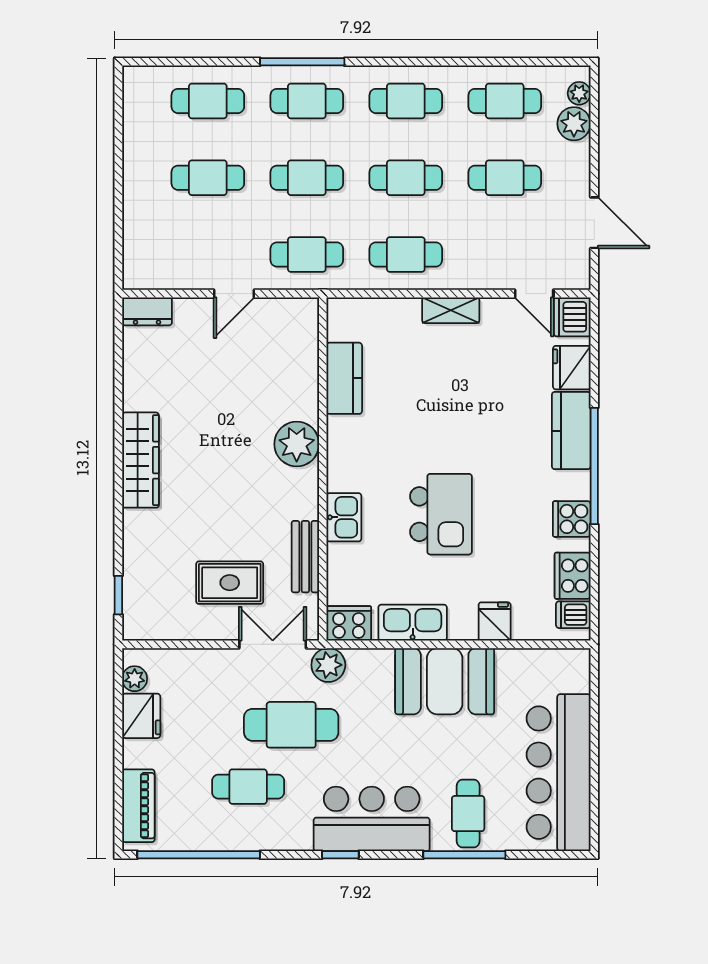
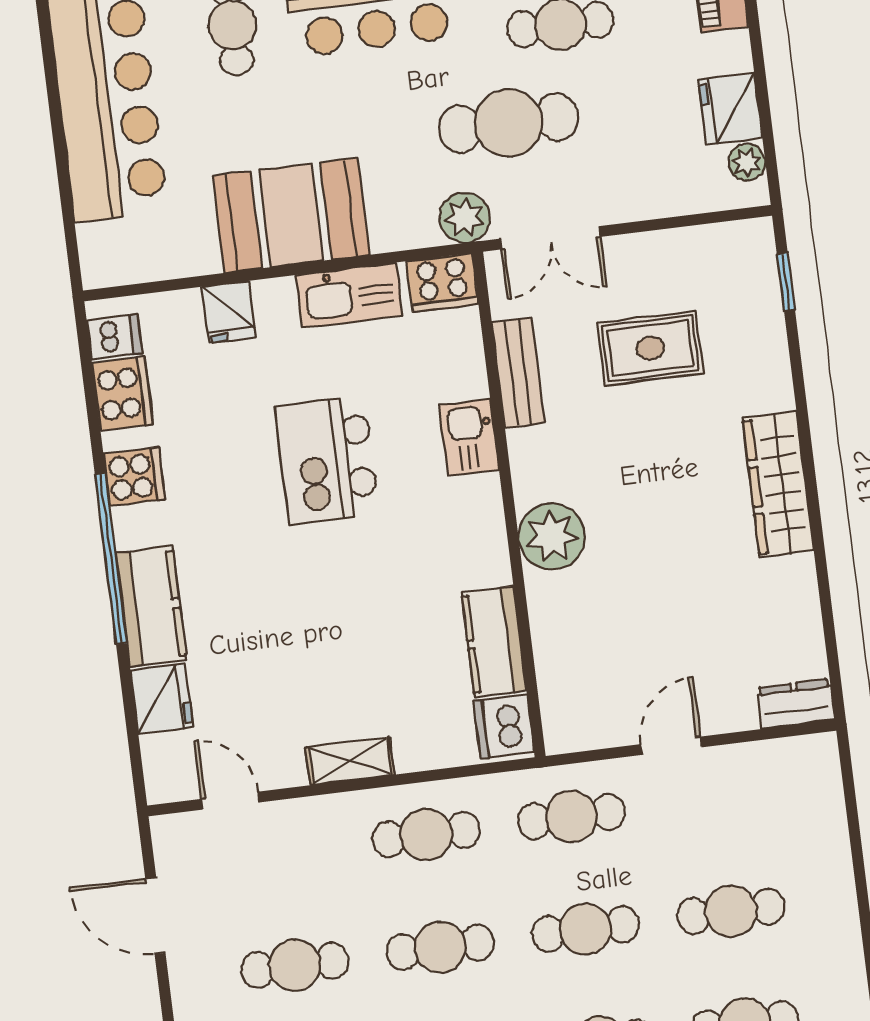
dishwasher: (572, 317) -> (504, 726), moved, turned 180
rug: (230, 583) -> (650, 348), moved

